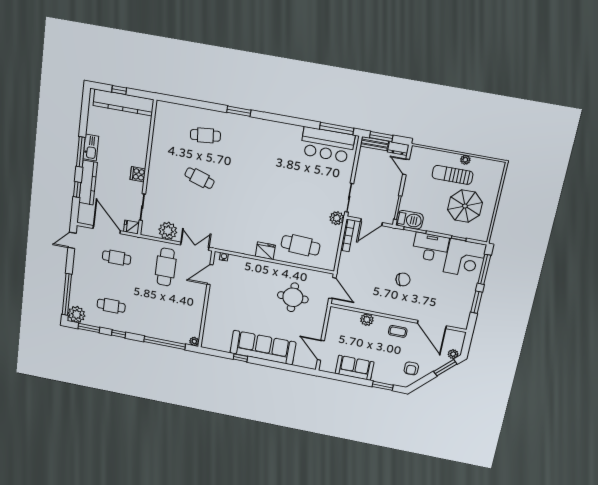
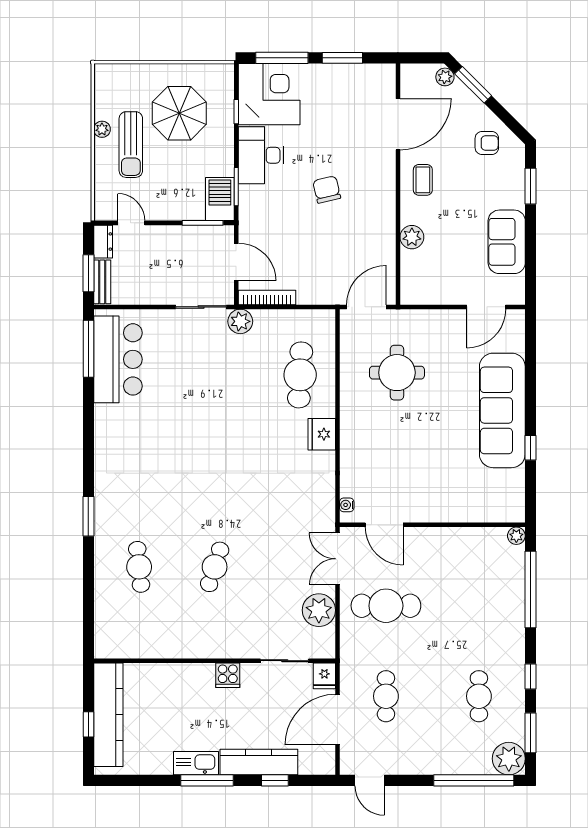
door: (406, 167) -> (131, 223), swing flipped

